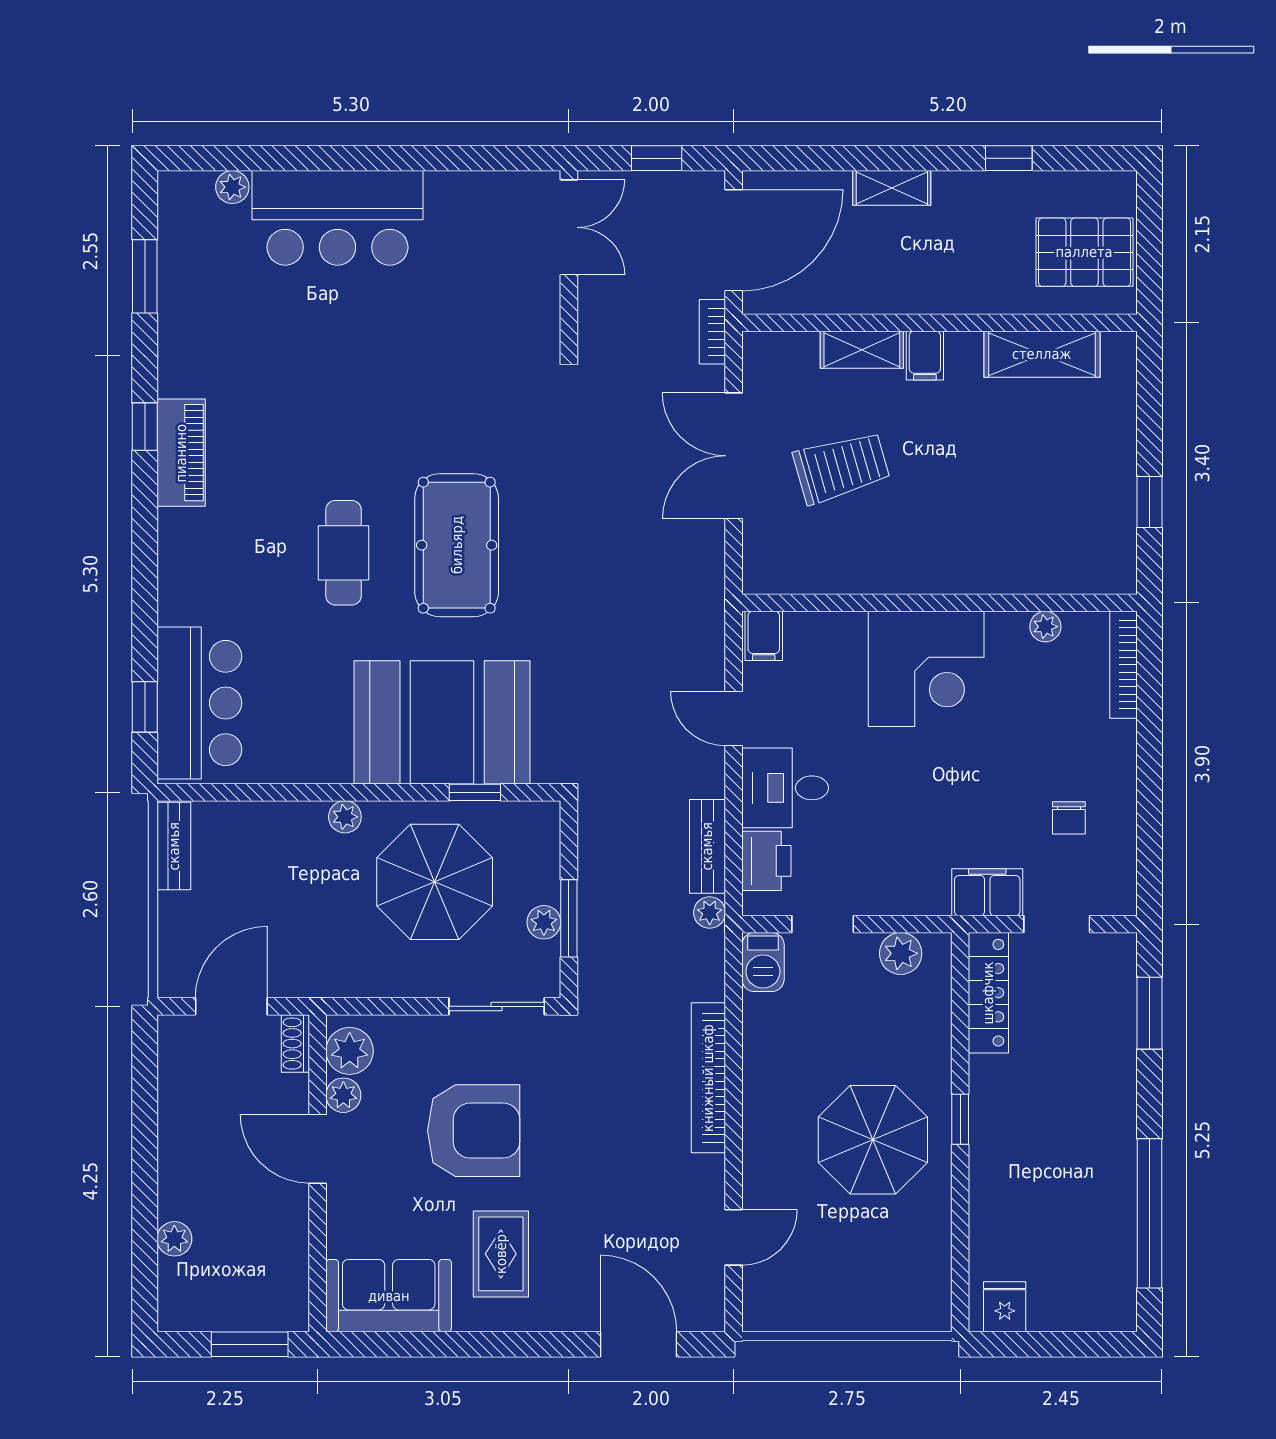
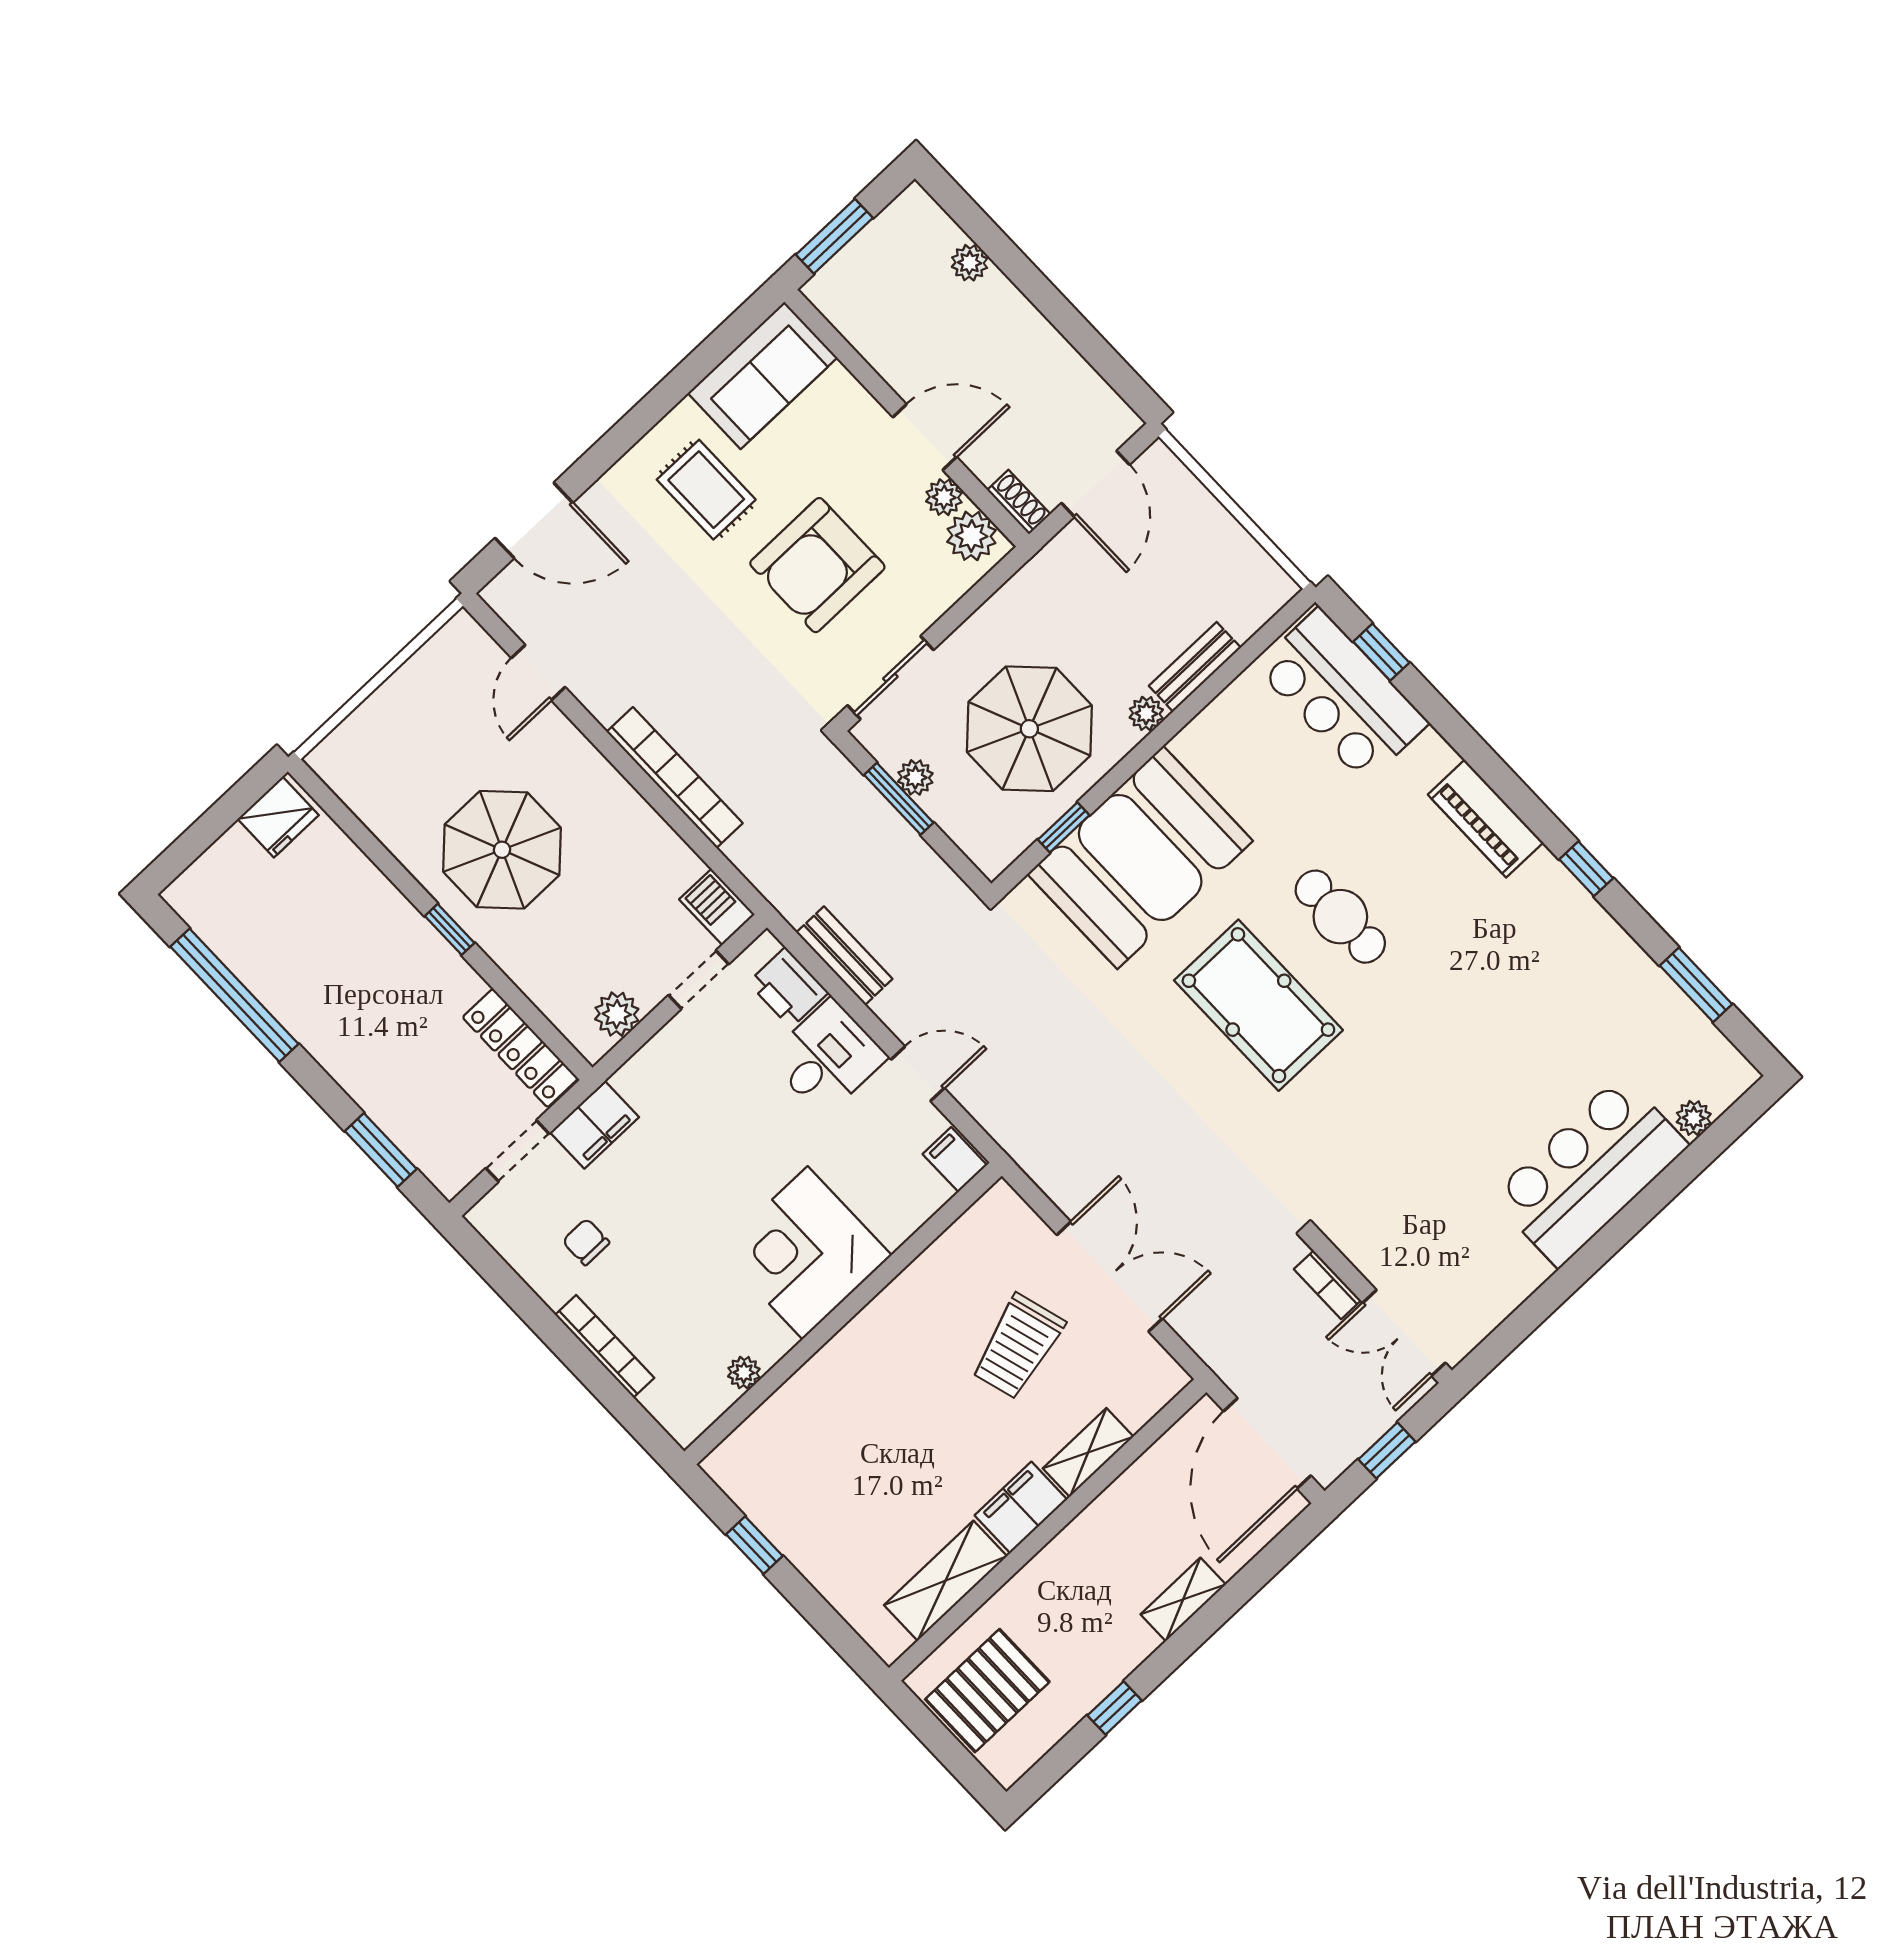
bookcase: (712, 332) -> (1327, 1285), moved, turned 180
filing cabinet: (925, 356) -> (1021, 1507), width x2.00
piano: (181, 453) -> (1485, 819), moved
bookcase: (1123, 665) -> (605, 1346), moved
bench: (174, 846) -> (1195, 667), moved, turned 90
plant: (710, 913) -> (794, 906), removed
fridge: (1005, 1307) -> (278, 817), width x1.38

